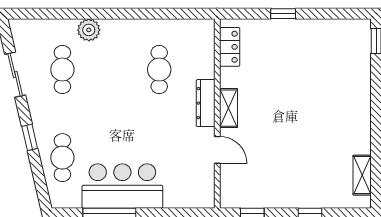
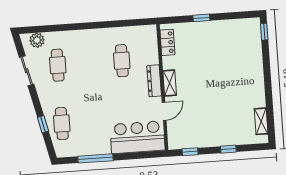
plant: (89, 30) -> (37, 40), moved
window: (30, 137) -> (43, 124), moved
door: (217, 150) -> (164, 111), hinge flipped
bar counter: (122, 186) -> (137, 137), moved

